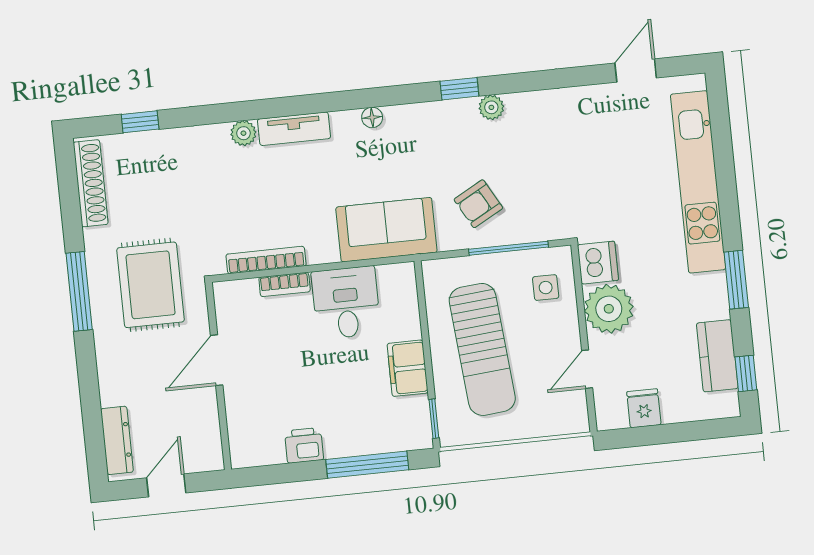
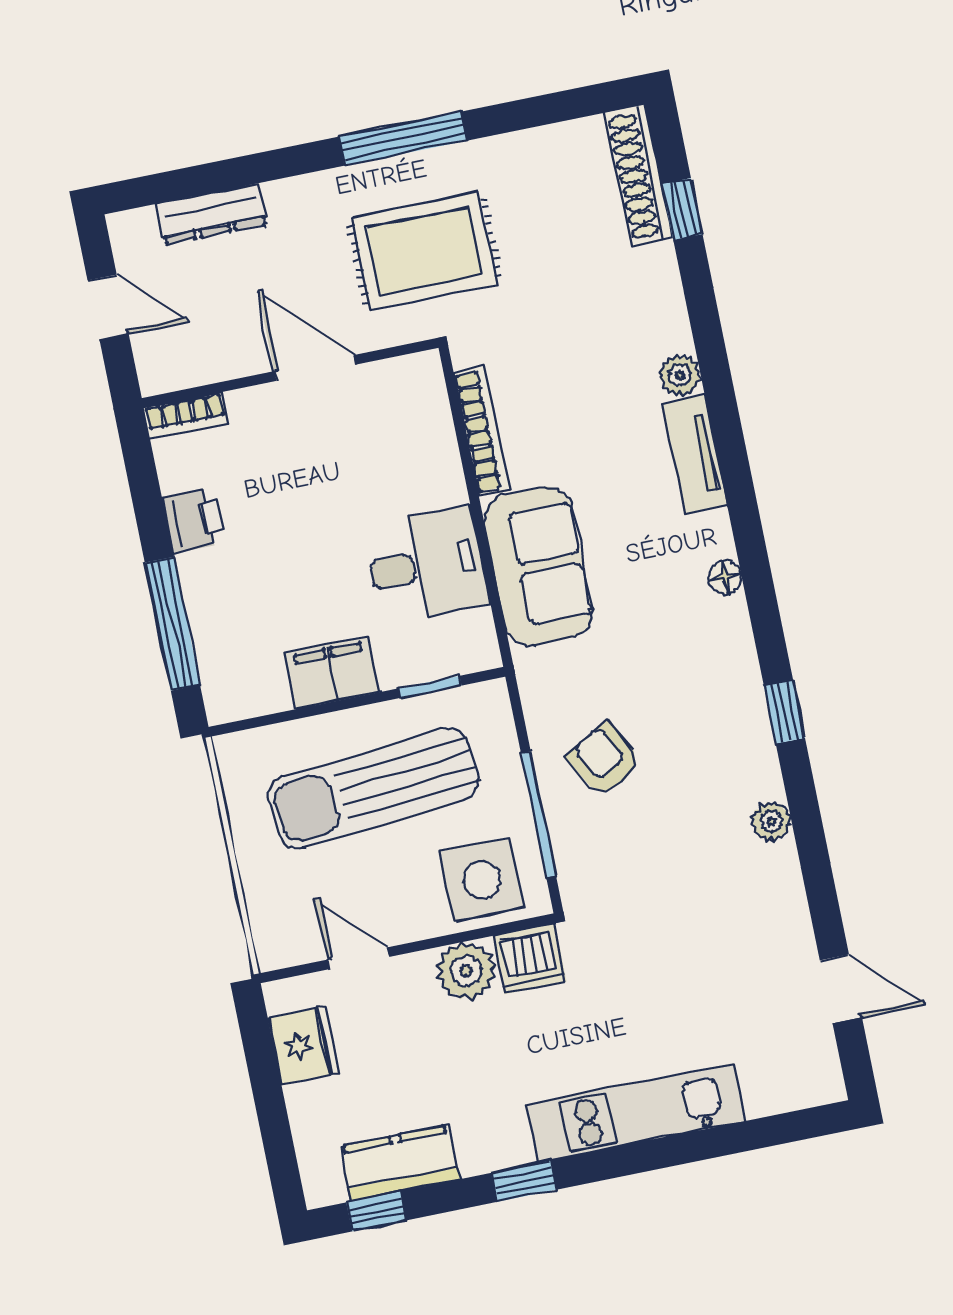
plant: (491, 107) -> (771, 821), moved
kitchen unit: (698, 182) -> (636, 1113), width x0.73
shoe rack: (91, 183) -> (639, 175), moved, turned 90
sofa: (386, 230) -> (538, 566), moved
window: (736, 280) -> (524, 1181), width x0.67
bookcase: (285, 284) -> (186, 415), moved, turned -90
side table: (546, 288) -> (482, 880), width x1.87, depth x1.87
plant: (609, 309) -> (466, 971), width x0.73, depth x0.73
fridge: (644, 408) -> (303, 1045), width x1.38
window: (434, 419) -> (430, 687), moved
dresser: (117, 440) -> (212, 214), moved

